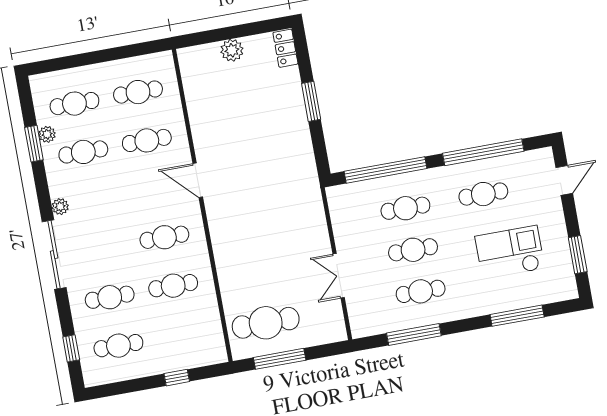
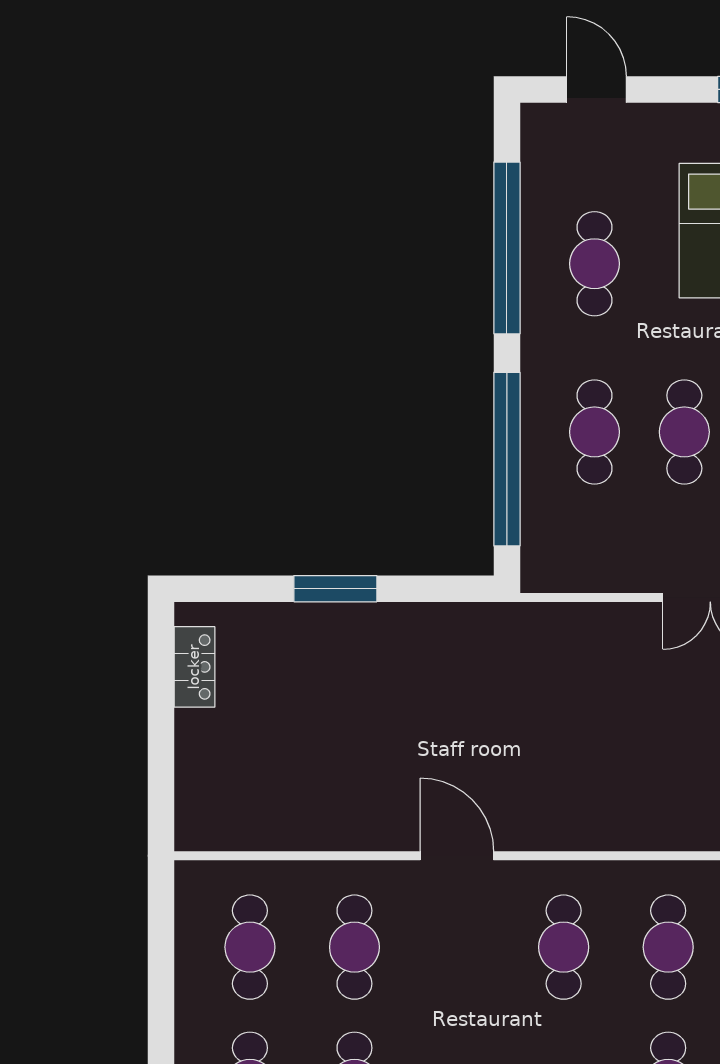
locker: (285, 48) -> (194, 667), moved, turned -90
plant: (232, 50) -> (198, 735), removed
door: (198, 180) -> (457, 856), swing flipped

